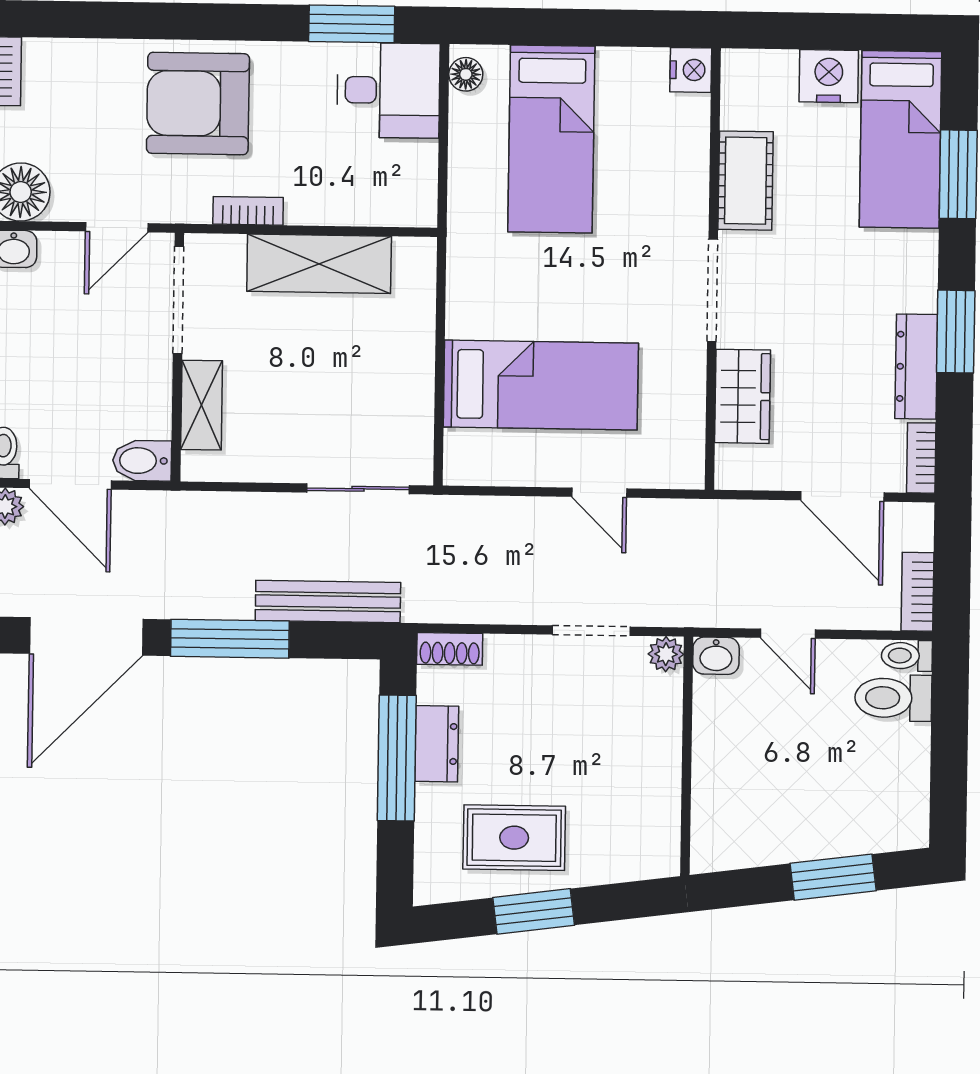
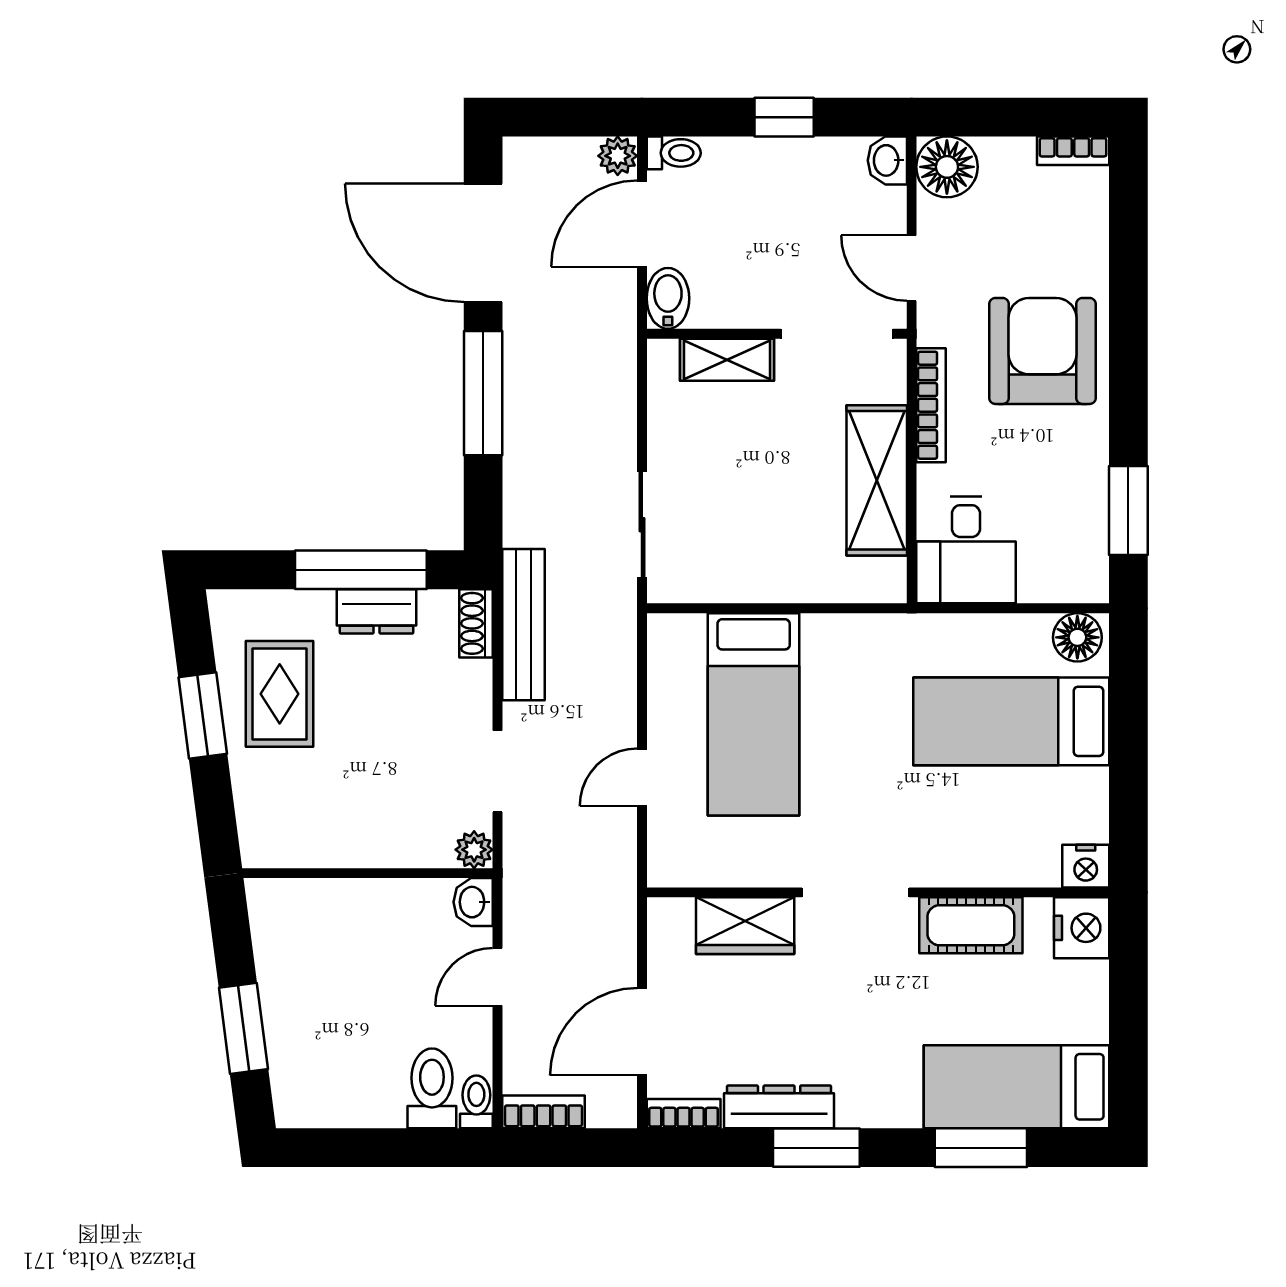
floor lamp: (466, 74) -> (1077, 637), width x1.37, depth x1.37
nightstand: (829, 76) -> (1082, 928), moved
desk: (388, 90) -> (966, 550), moved
bookcase: (248, 211) -> (931, 405), width x1.56
bench: (328, 602) -> (523, 625), moved

